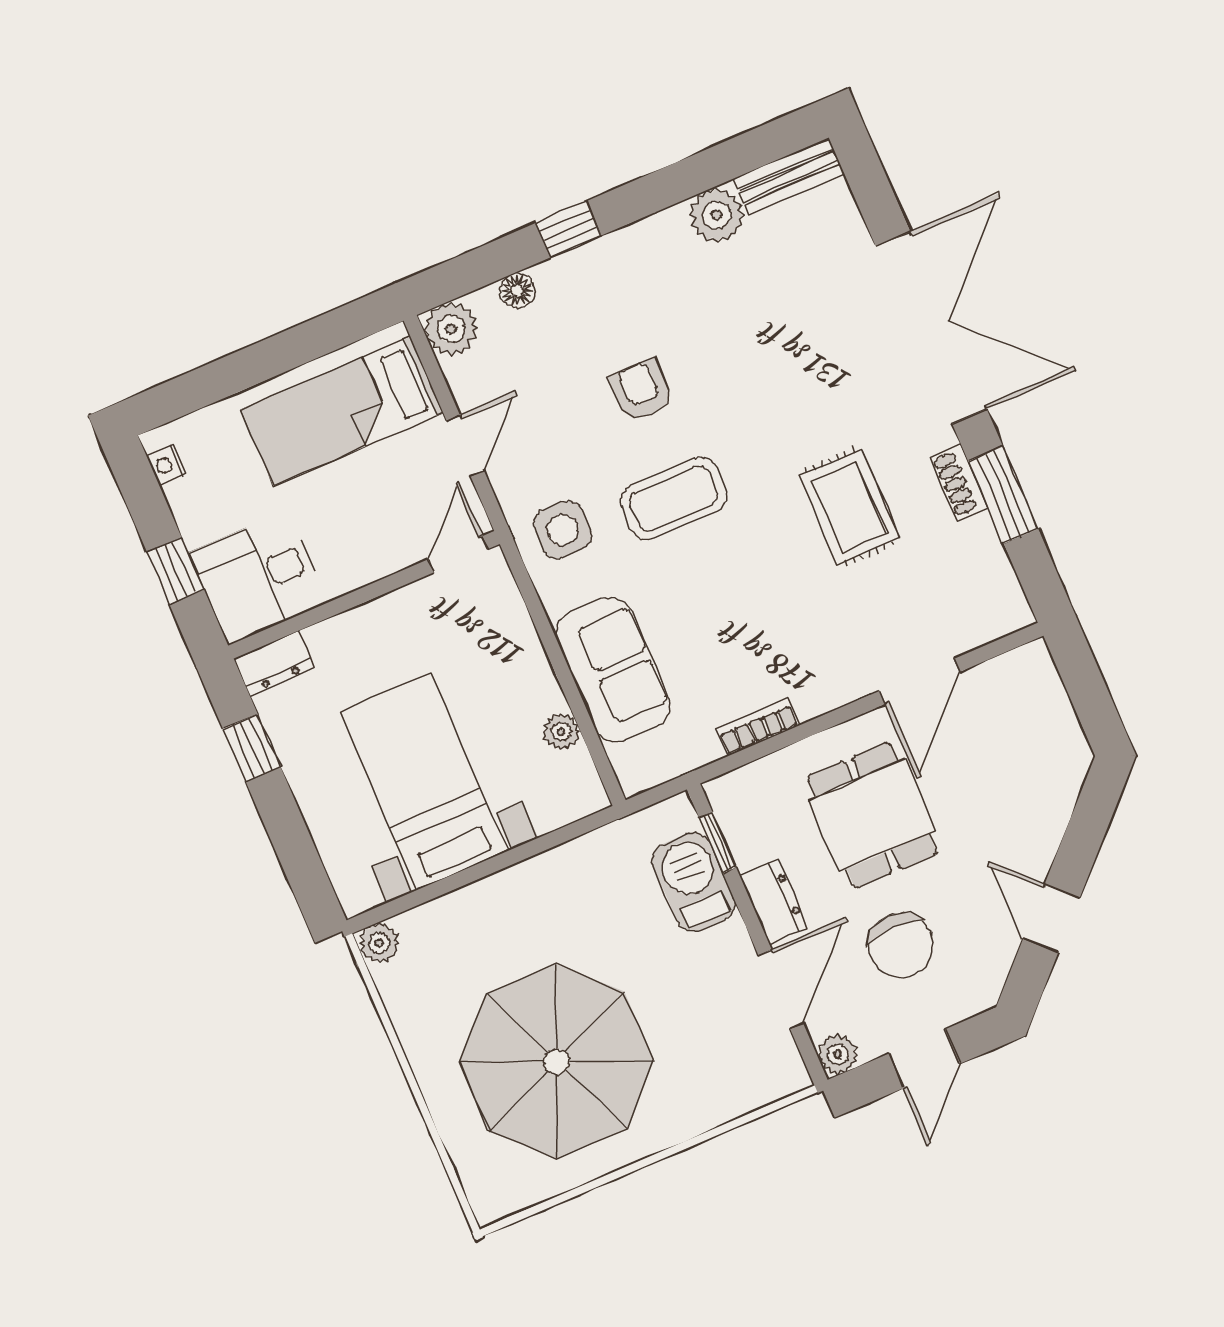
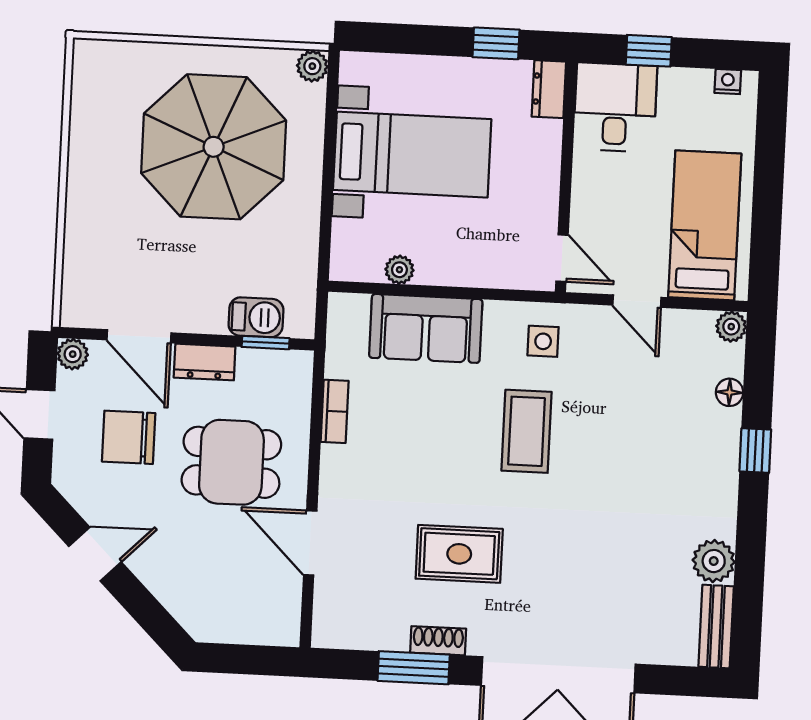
plant: (451, 329) -> (731, 327), width x0.73, depth x0.73
armchair: (641, 391) -> (615, 446), removed
side table: (563, 530) -> (543, 341), width x0.73, depth x0.73
barbecue: (694, 882) -> (256, 317), width x0.73, depth x0.79
parasol: (557, 1061) -> (214, 147), moved

